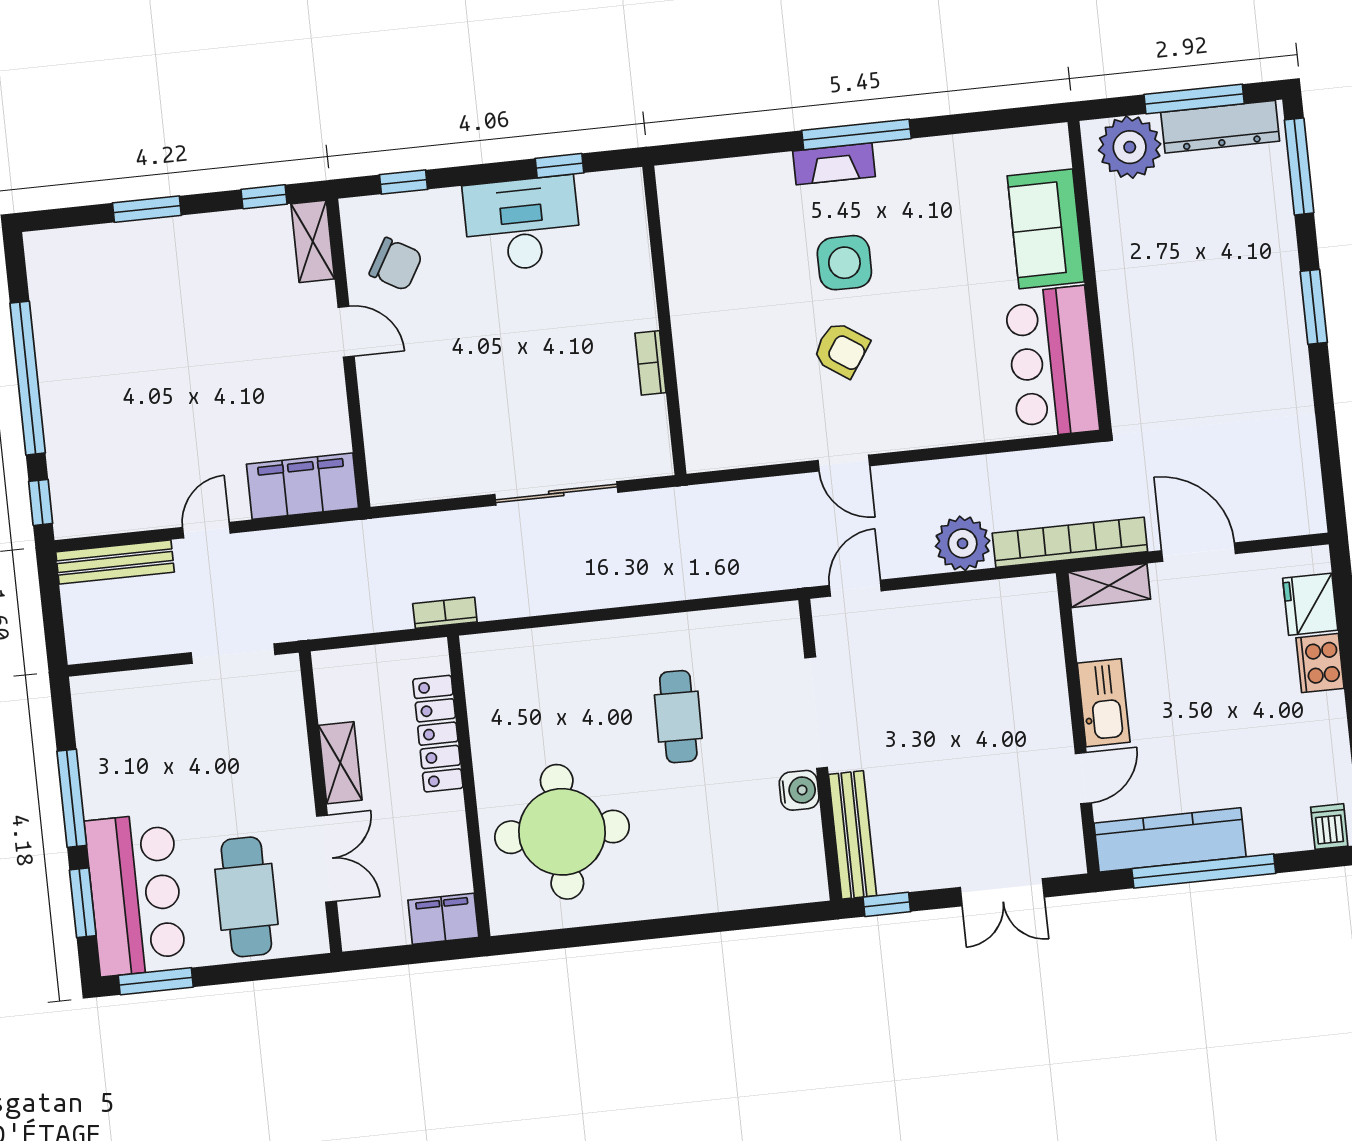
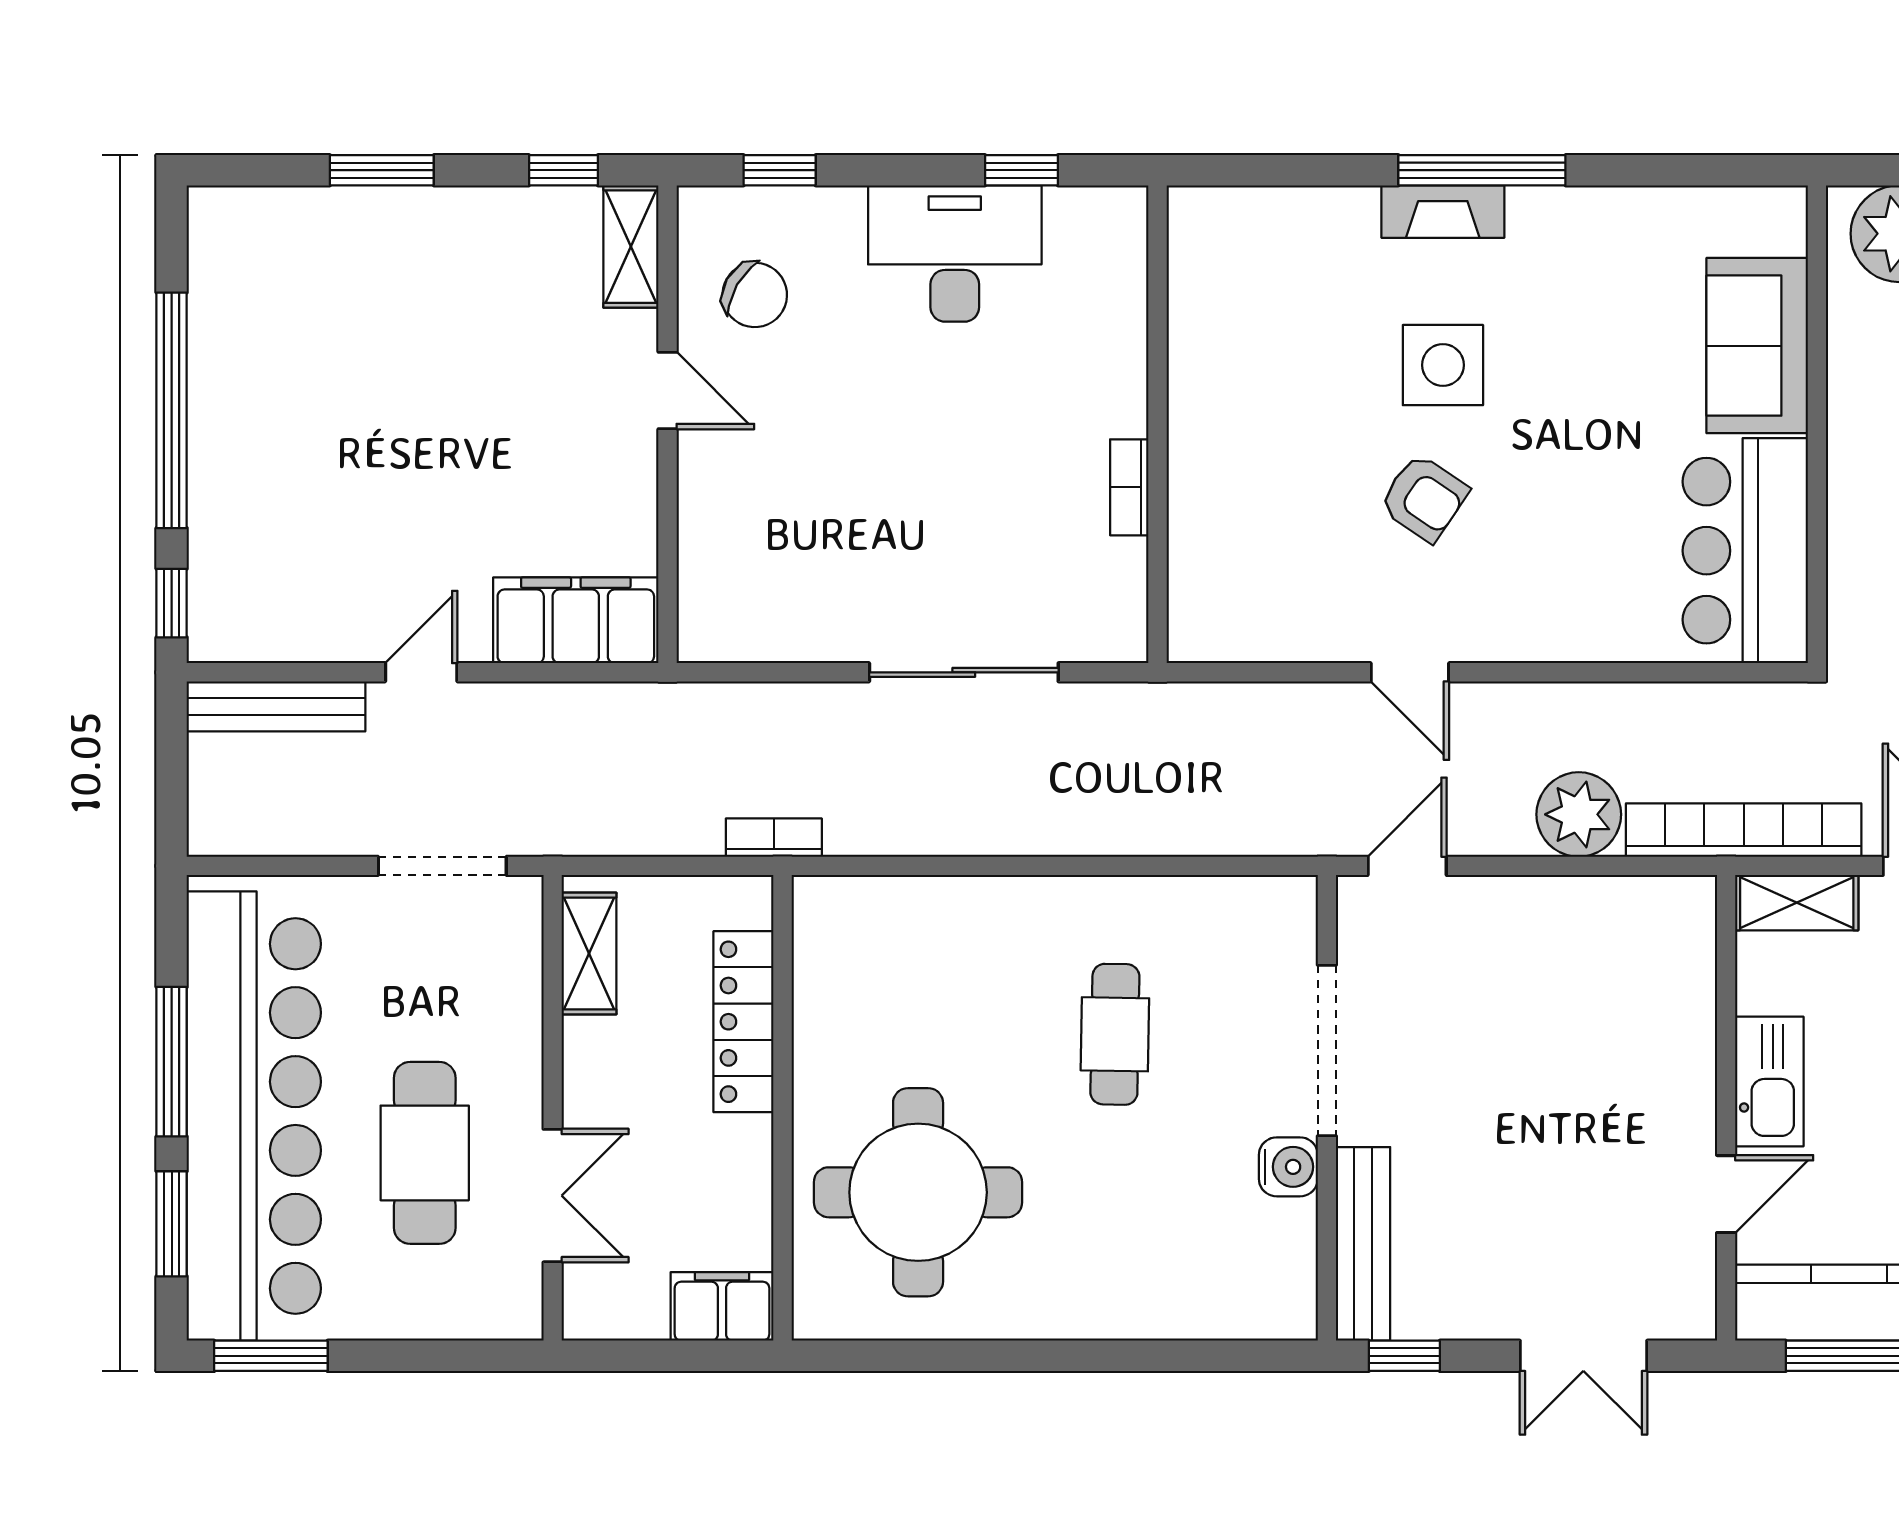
shelving: (340, 763) -> (589, 953), moved
bar counter: (135, 895) -> (254, 1116), width x1.86
cafe table: (246, 897) -> (425, 1153), moved

